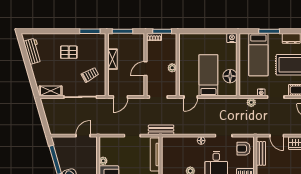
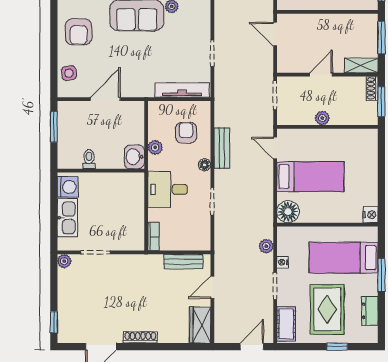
shelving: (112, 59) -> (361, 65), moved
door: (145, 69) -> (321, 75), hinge flipped
floor lamp: (230, 76) -> (288, 212), moved
bench: (161, 130) -> (222, 148), moved
armchair: (243, 149) -> (186, 133), moved

